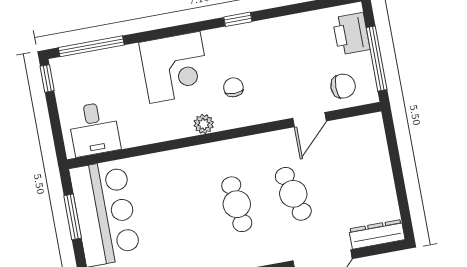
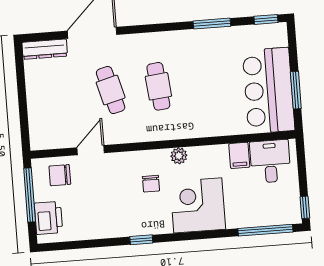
filing cabinet: (132, 132) -> (239, 155), added

